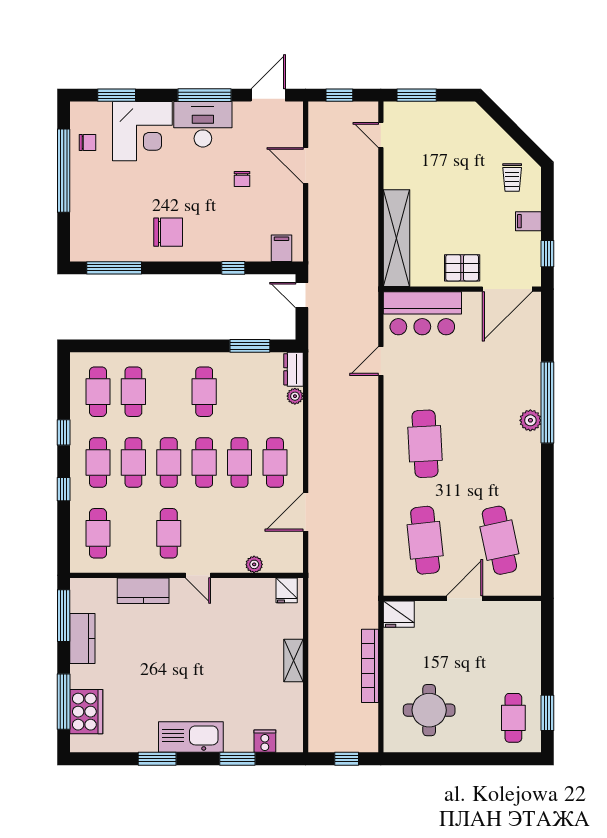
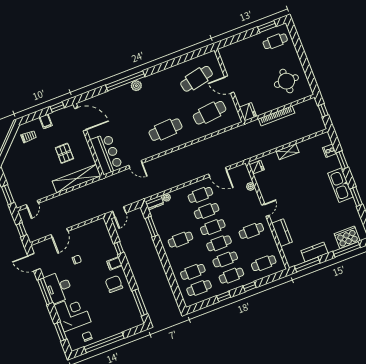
filing cabinet: (281, 248) -> (114, 263), moved
pallet: (462, 268) -> (64, 153), moved

